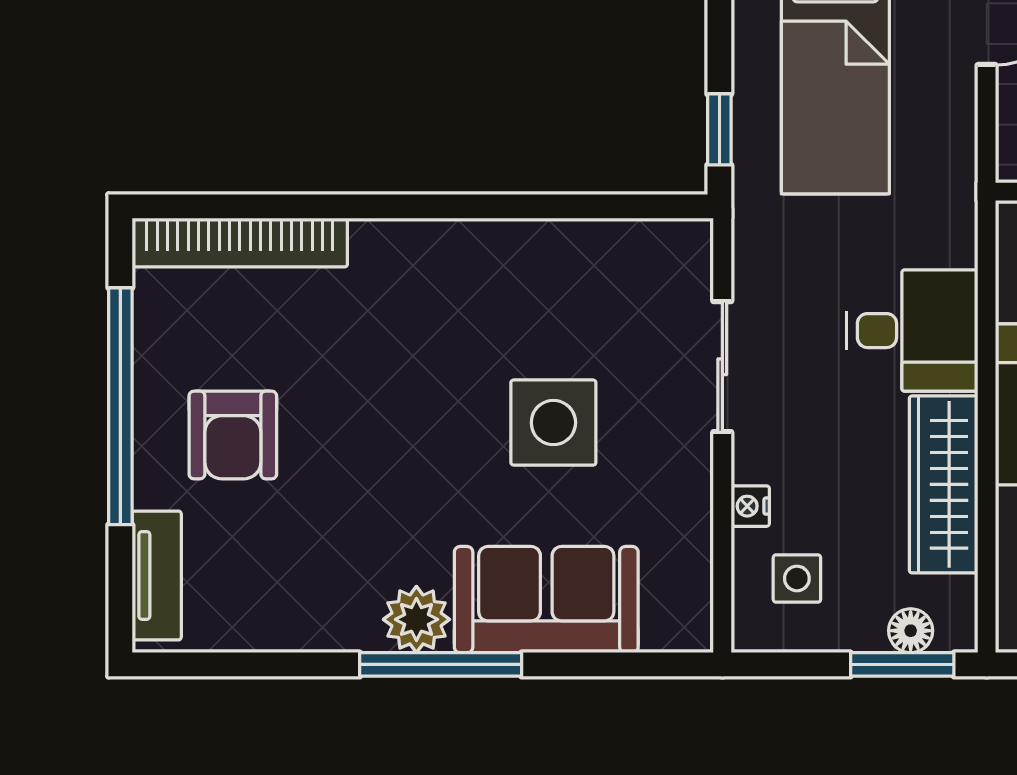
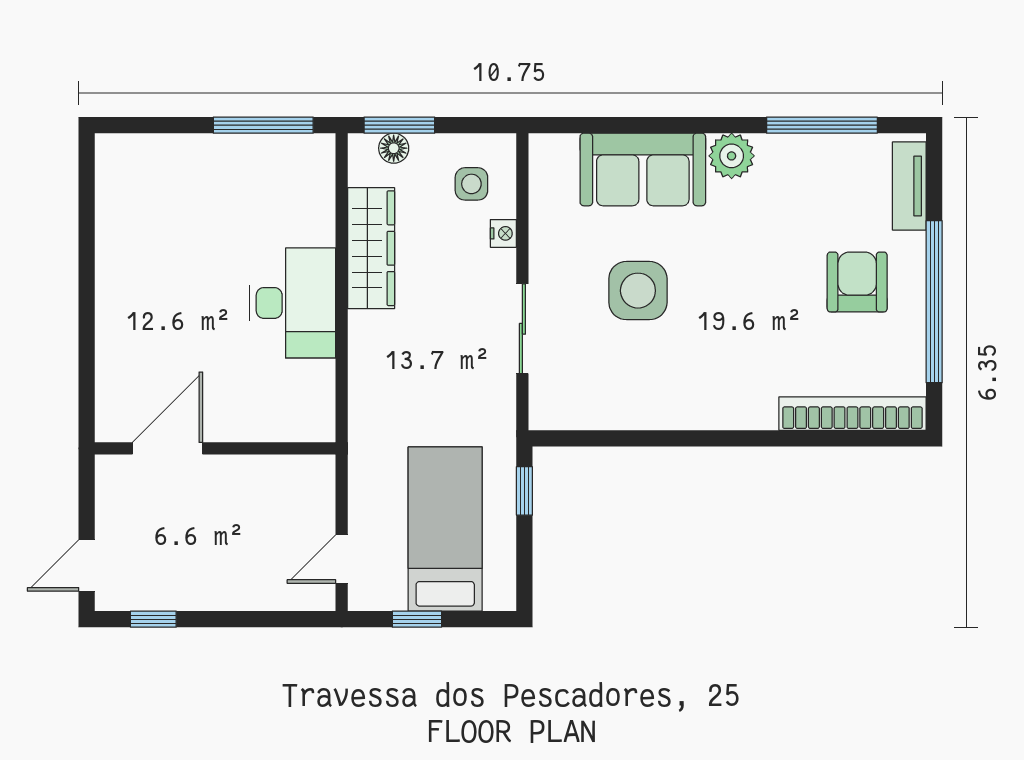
desk: (912, 331) -> (393, 353), removed
window: (441, 664) -> (822, 125), moved

